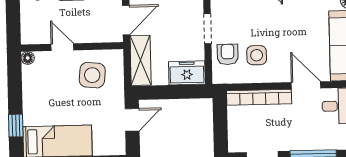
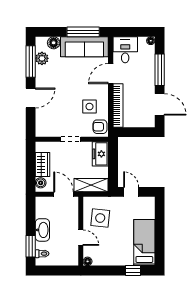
door: (62, 47) -> (81, 238), swing flipped
armchair: (228, 54) -> (100, 127), moved

